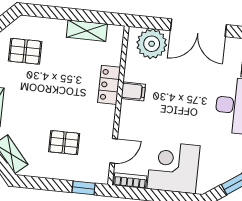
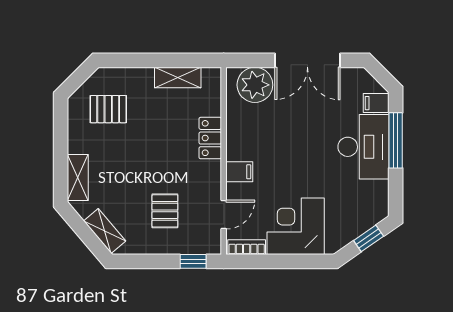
filing cabinet: (133, 91) -> (239, 172), moved
pallet: (64, 143) -> (165, 211), turned 90

